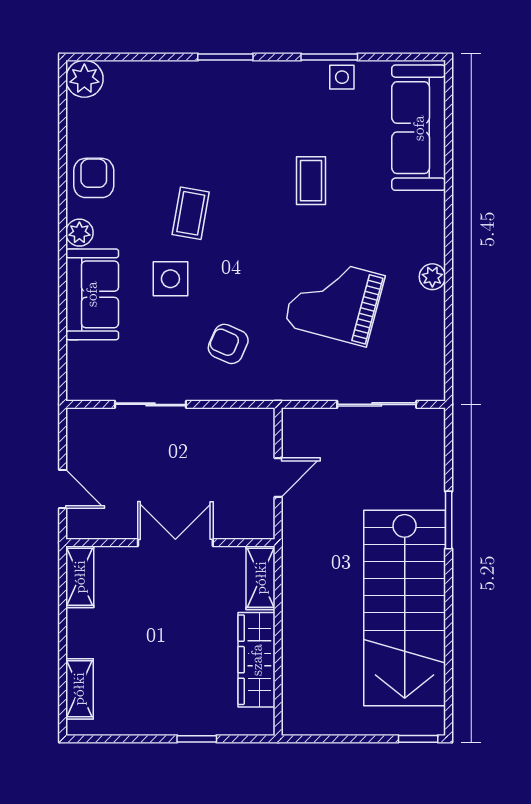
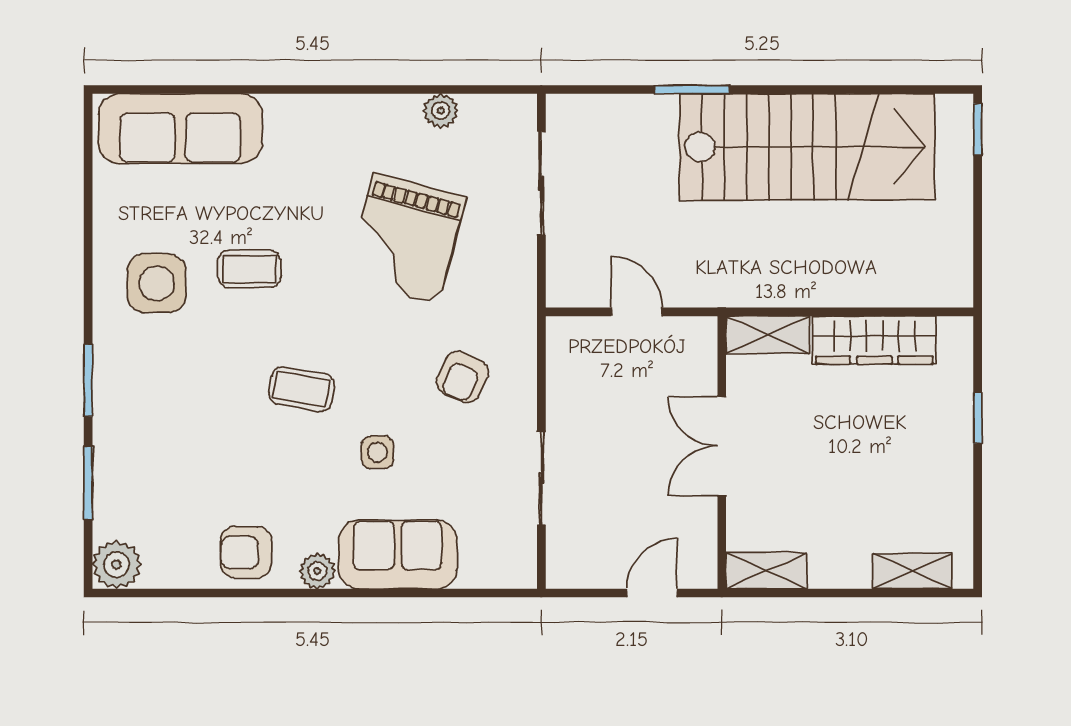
window: (329, 57) -> (88, 483), moved
side table: (342, 77) -> (157, 283), moved, width x1.87, depth x1.87
coffee table: (191, 213) -> (302, 389), moved
plant: (432, 277) -> (441, 111), moved
side table: (170, 279) -> (377, 452), width x0.73, depth x0.73

